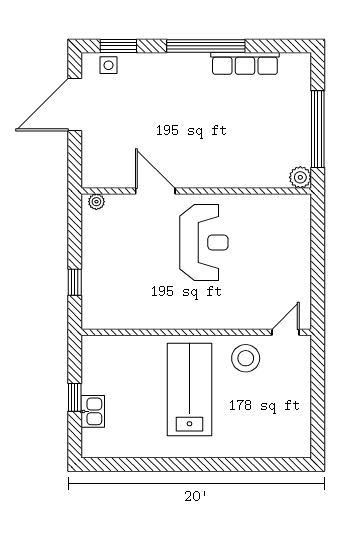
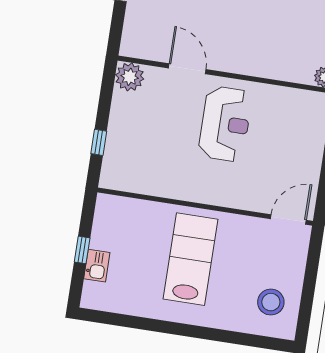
plant: (96, 202) -> (130, 77), width x1.88, depth x1.88
door: (286, 332) -> (288, 220), width x1.38
stool: (246, 358) -> (271, 302), moved

